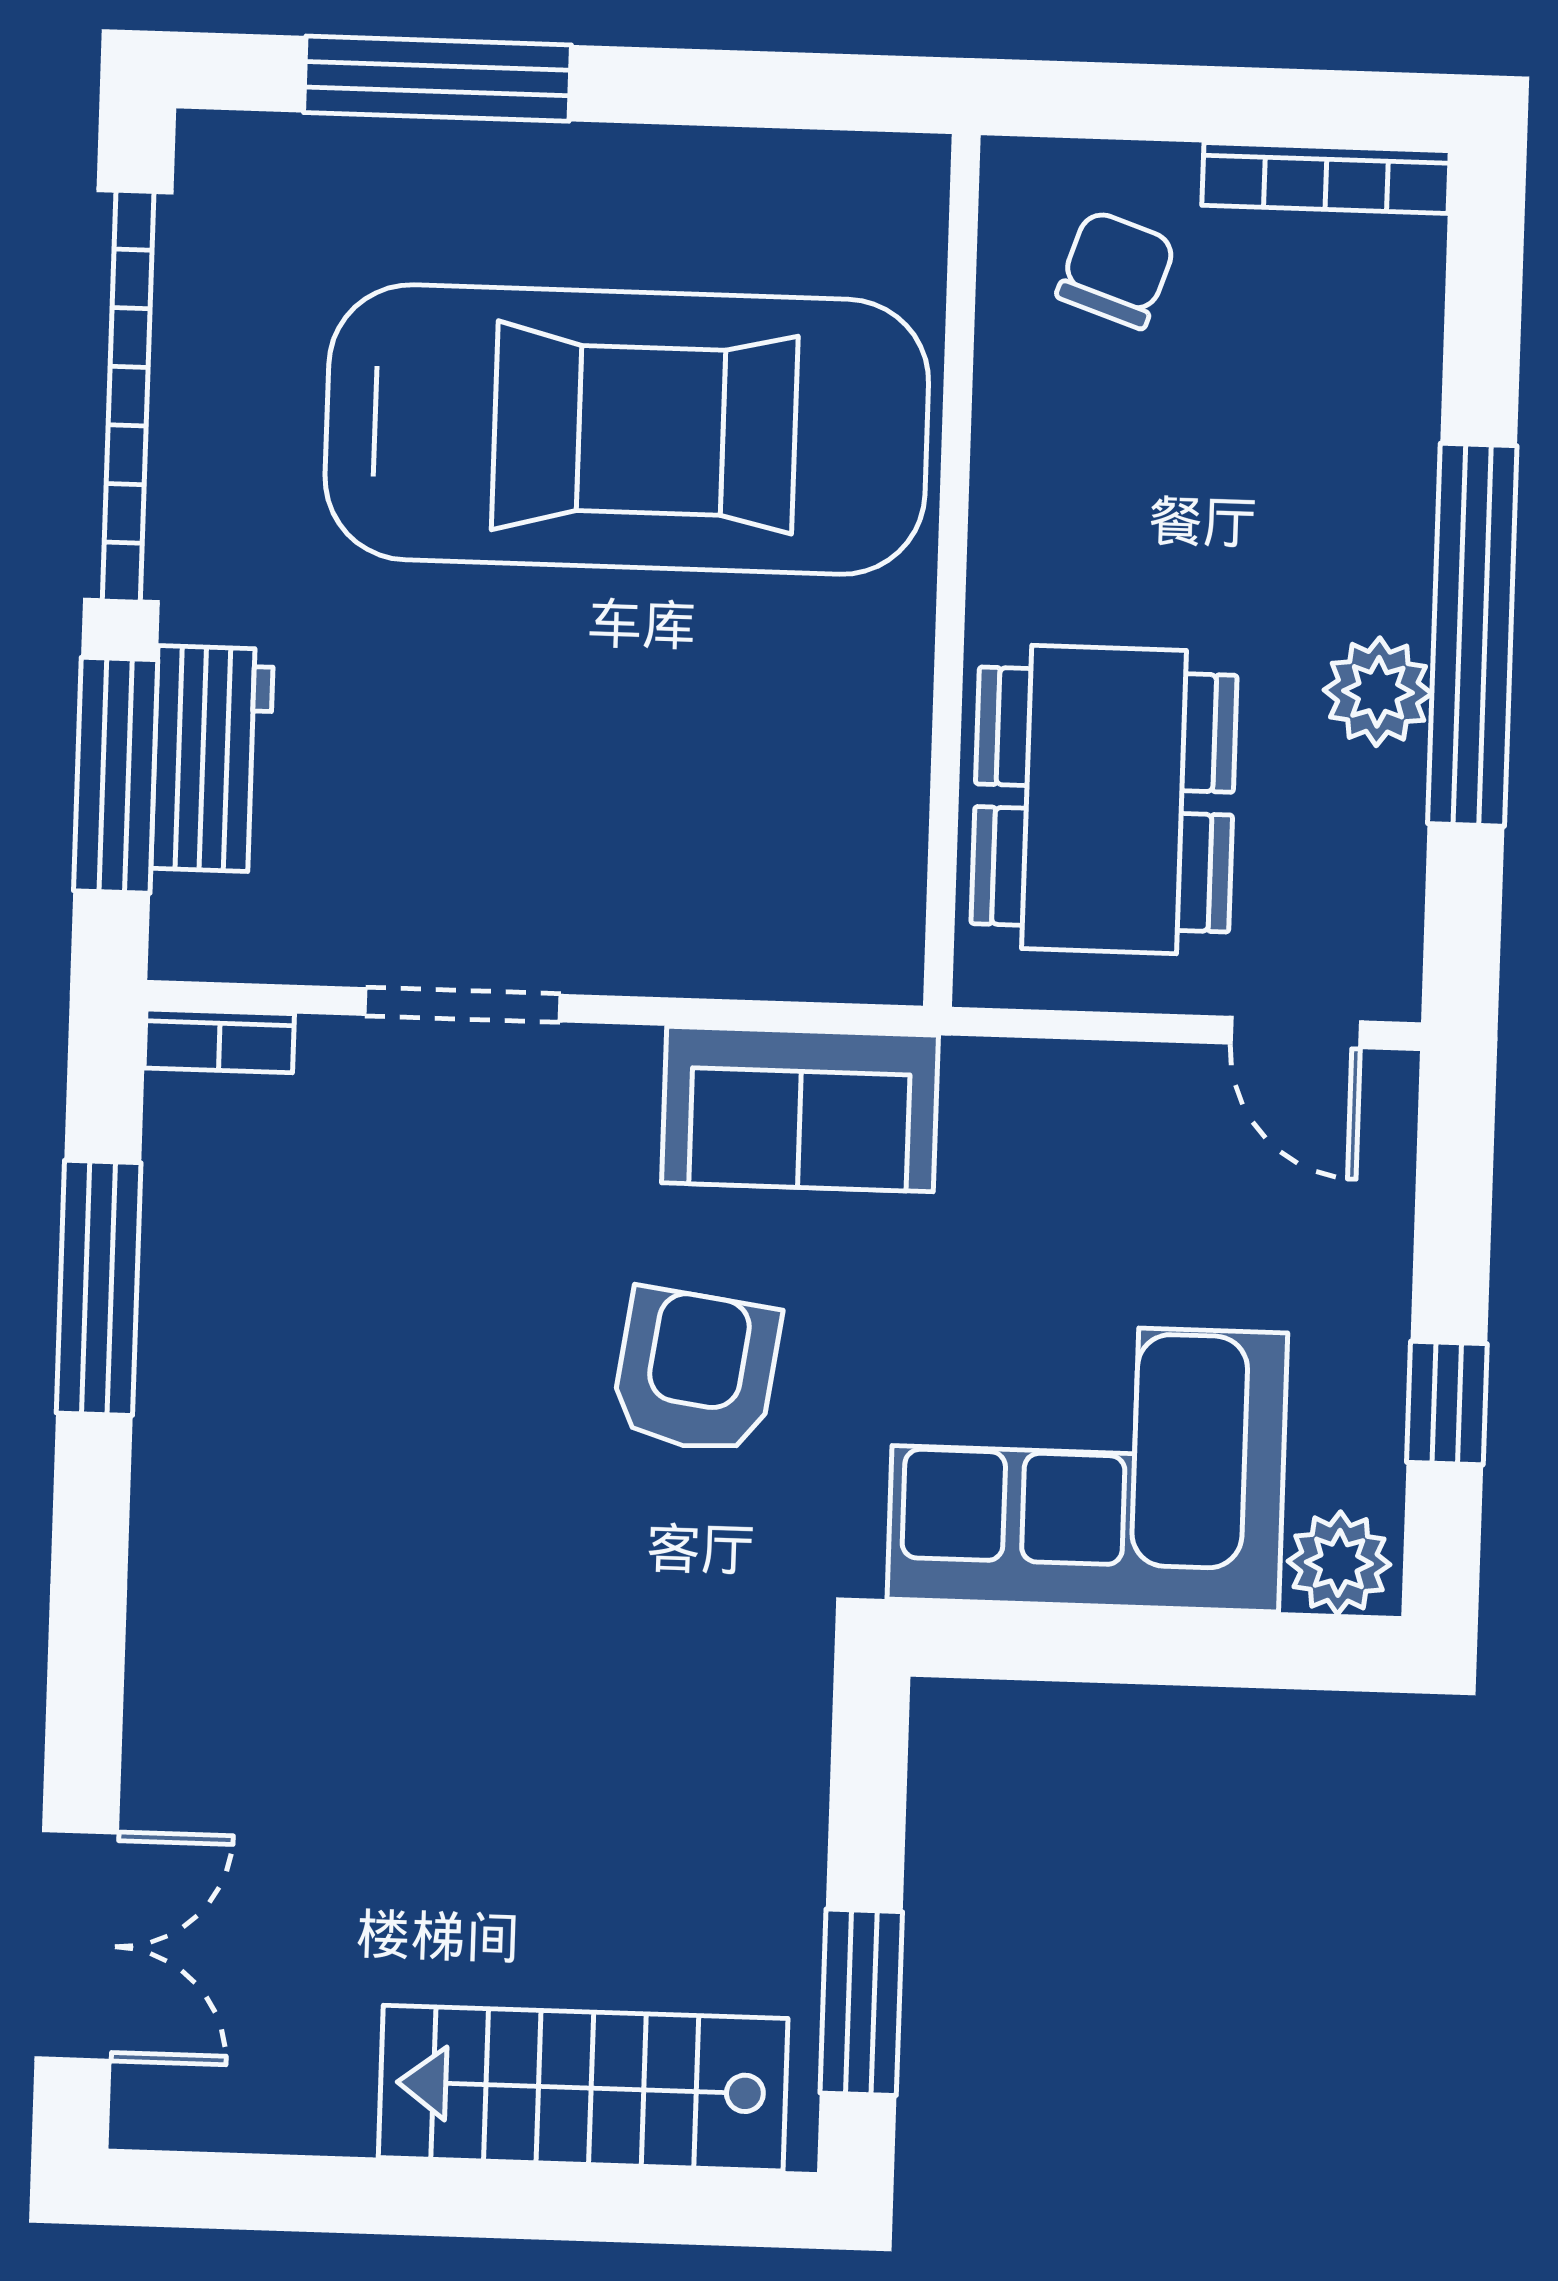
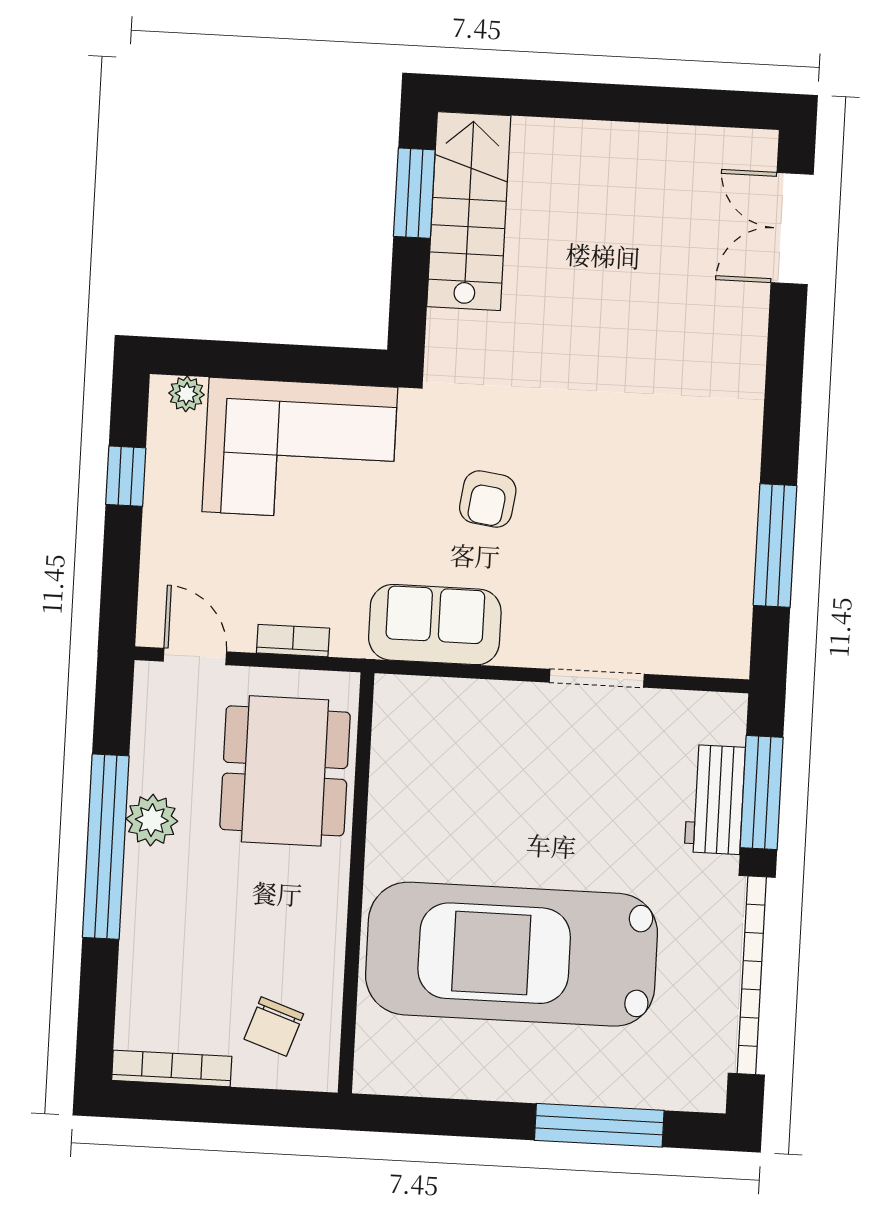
bookcase: (219, 1041) -> (293, 641), moved
armchair: (696, 1371) -> (488, 499), width x0.72, depth x0.72
plant: (1339, 1563) -> (187, 394), width x0.73, depth x0.73
stairs: (583, 2088) -> (469, 211), moved, turned -90

